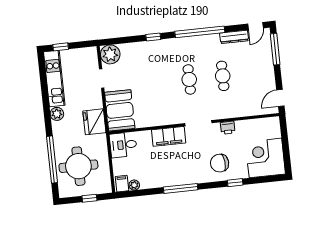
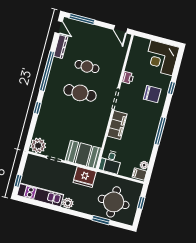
cafe table: (189, 79) -> (80, 93), width x1.37, depth x1.35
window: (52, 159) -> (101, 220), width x0.47
chair: (220, 163) -> (152, 94), turned -84

